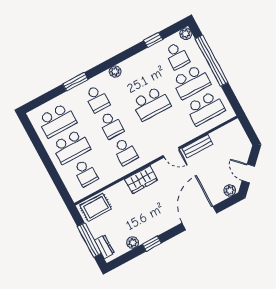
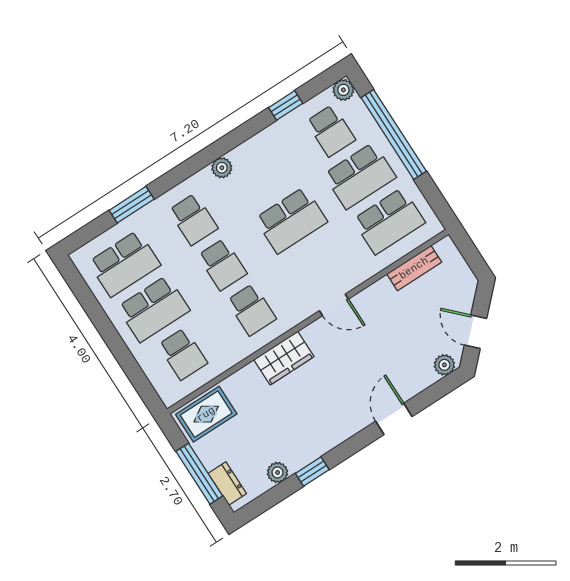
window: (75, 82) -> (132, 205), moved
bench: (197, 146) -> (414, 268), moved
door: (199, 218) -> (394, 419), width x0.53

